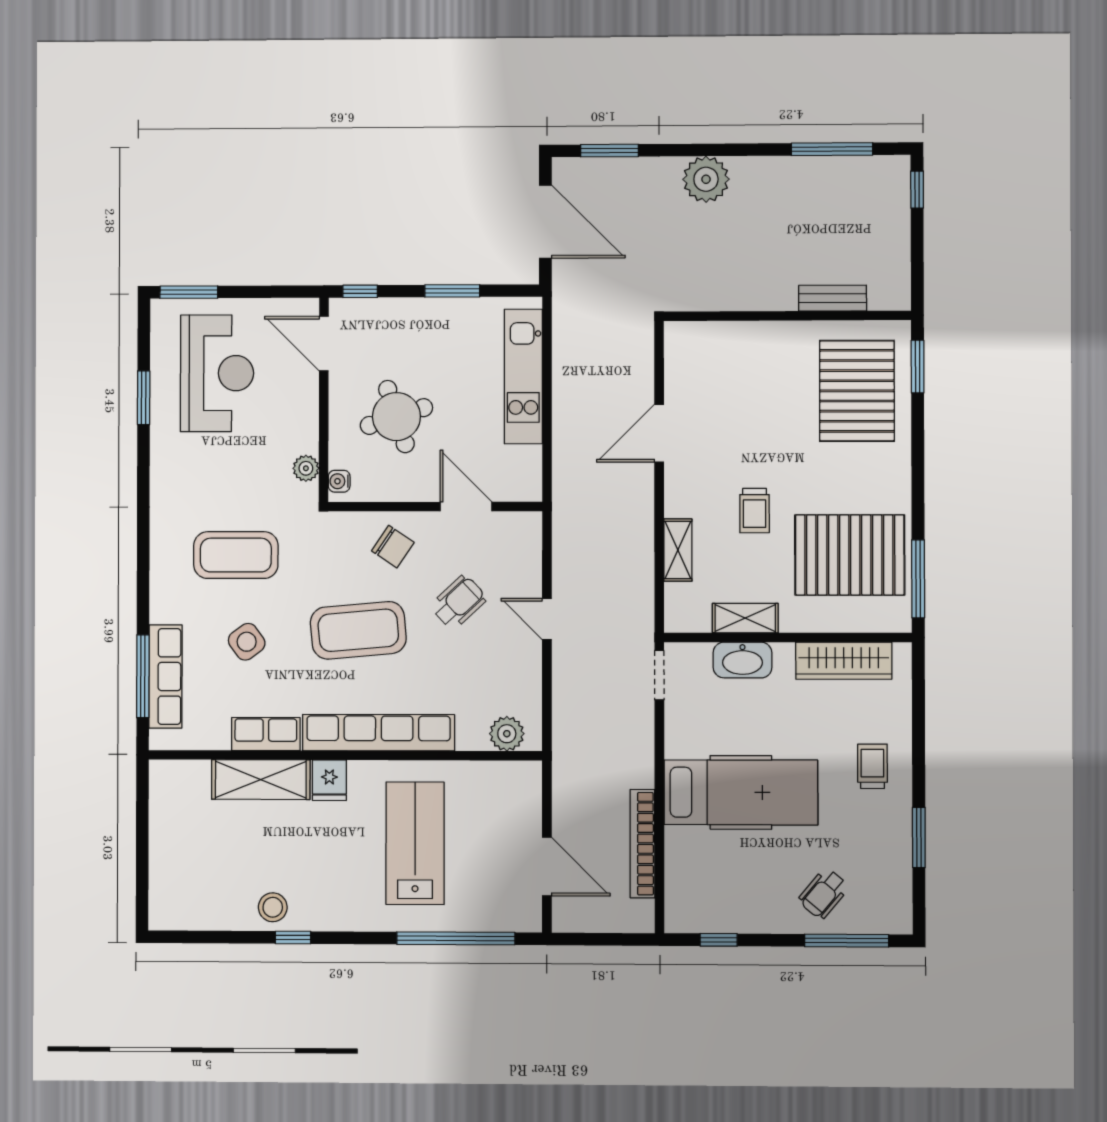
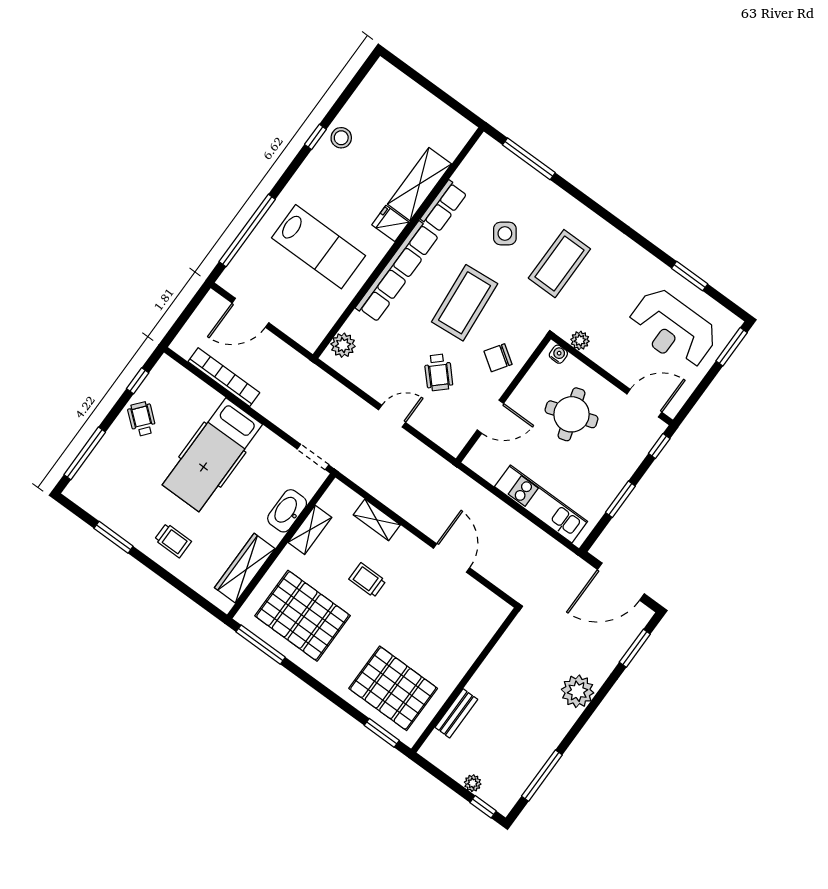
plant: (899, 221) -> (473, 783), added
pallet: (850, 555) -> (303, 616), turned 90
row of seats: (165, 676) -> (519, 172), removed
wheelchair: (824, 894) -> (142, 419), moved

